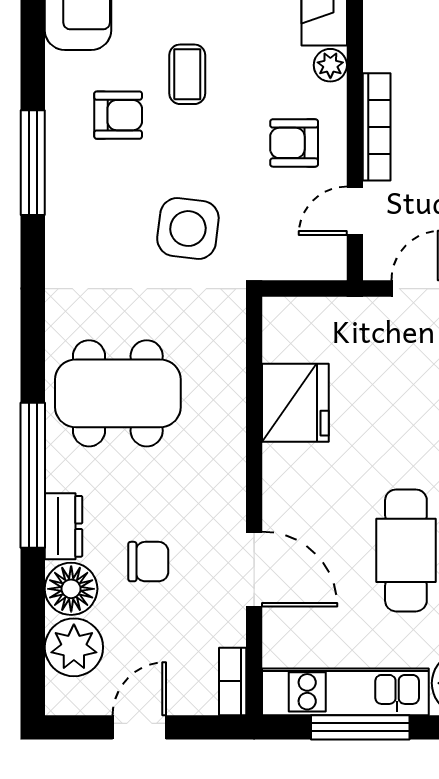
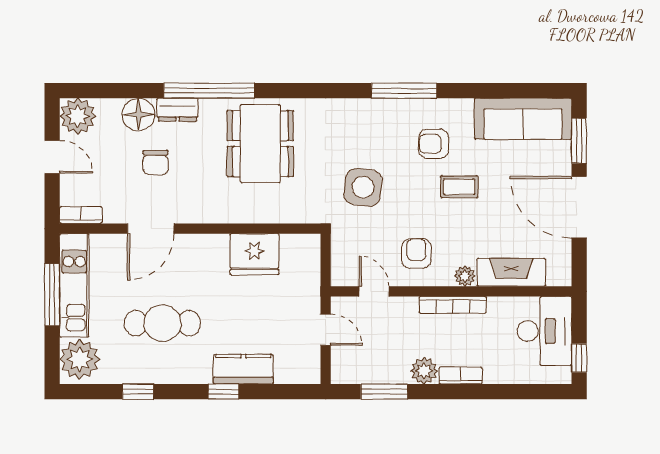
armchair: (118, 115) -> (434, 144), turned 90
bookcase: (377, 127) -> (453, 305), moved
plant: (74, 647) -> (78, 116), moved

